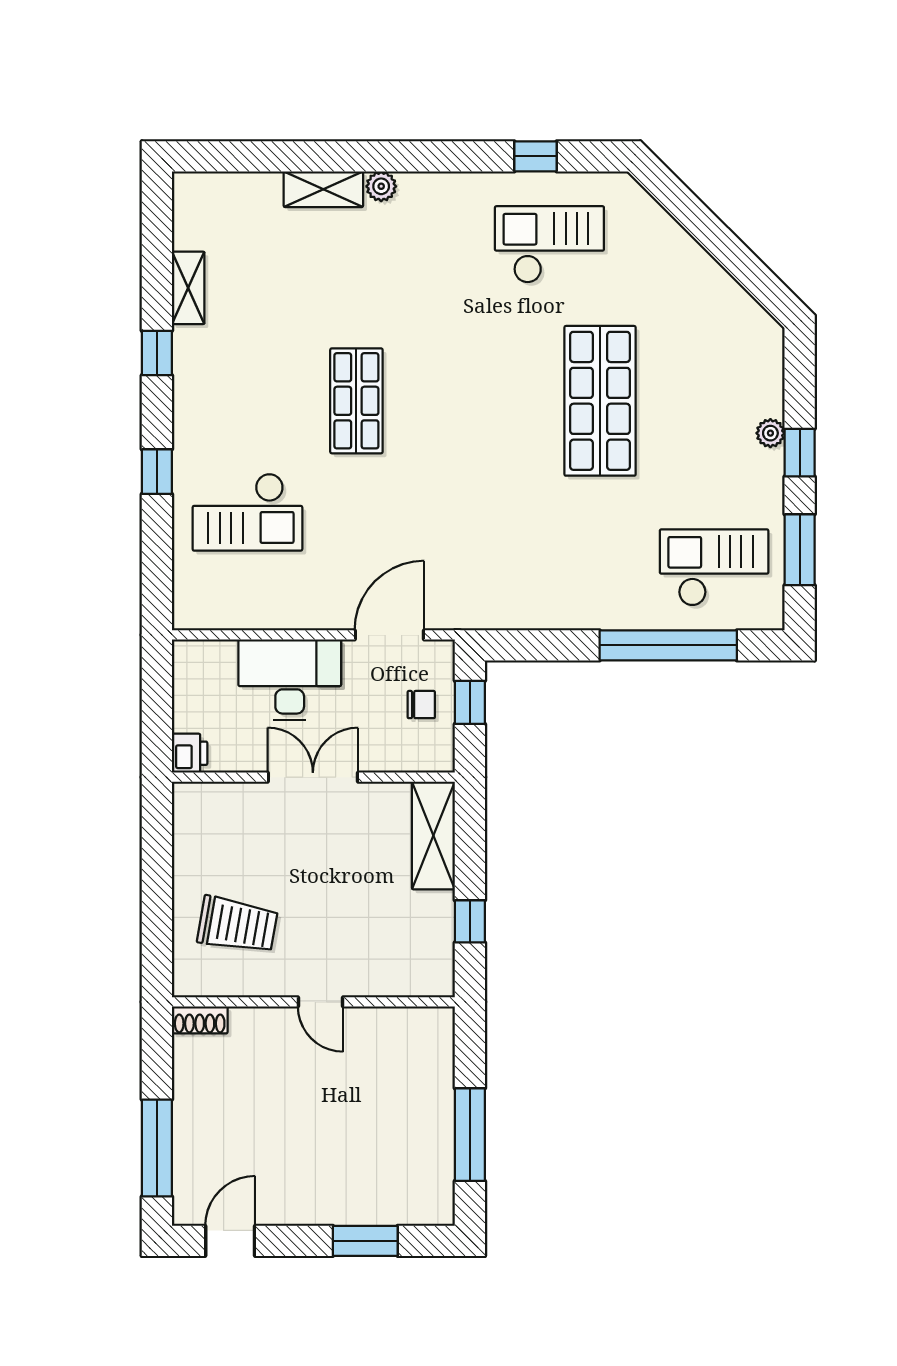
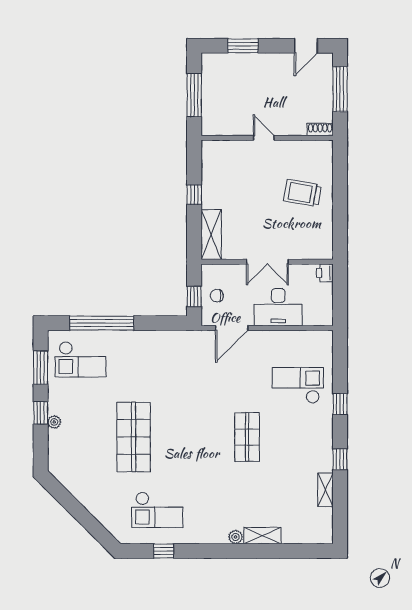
wall: (313, 1002) -> (267, 138), moved
door: (321, 1002) -> (264, 138), moved
shoe rack: (200, 1020) -> (320, 129), moved

